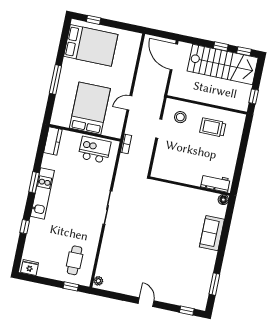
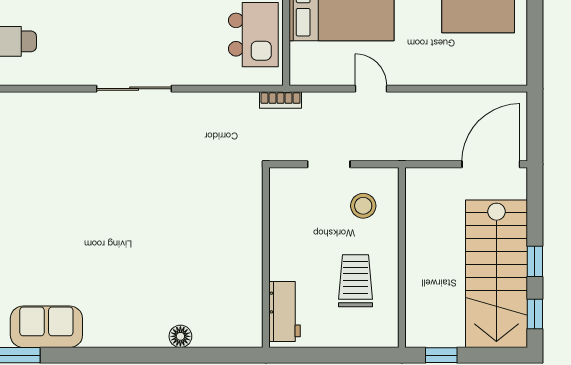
workbench: (215, 183) -> (284, 312), moved
wall: (190, 186) -> (266, 257), moved
floor lamp: (223, 200) -> (180, 336), moved
sofa: (212, 233) -> (46, 327), moved

